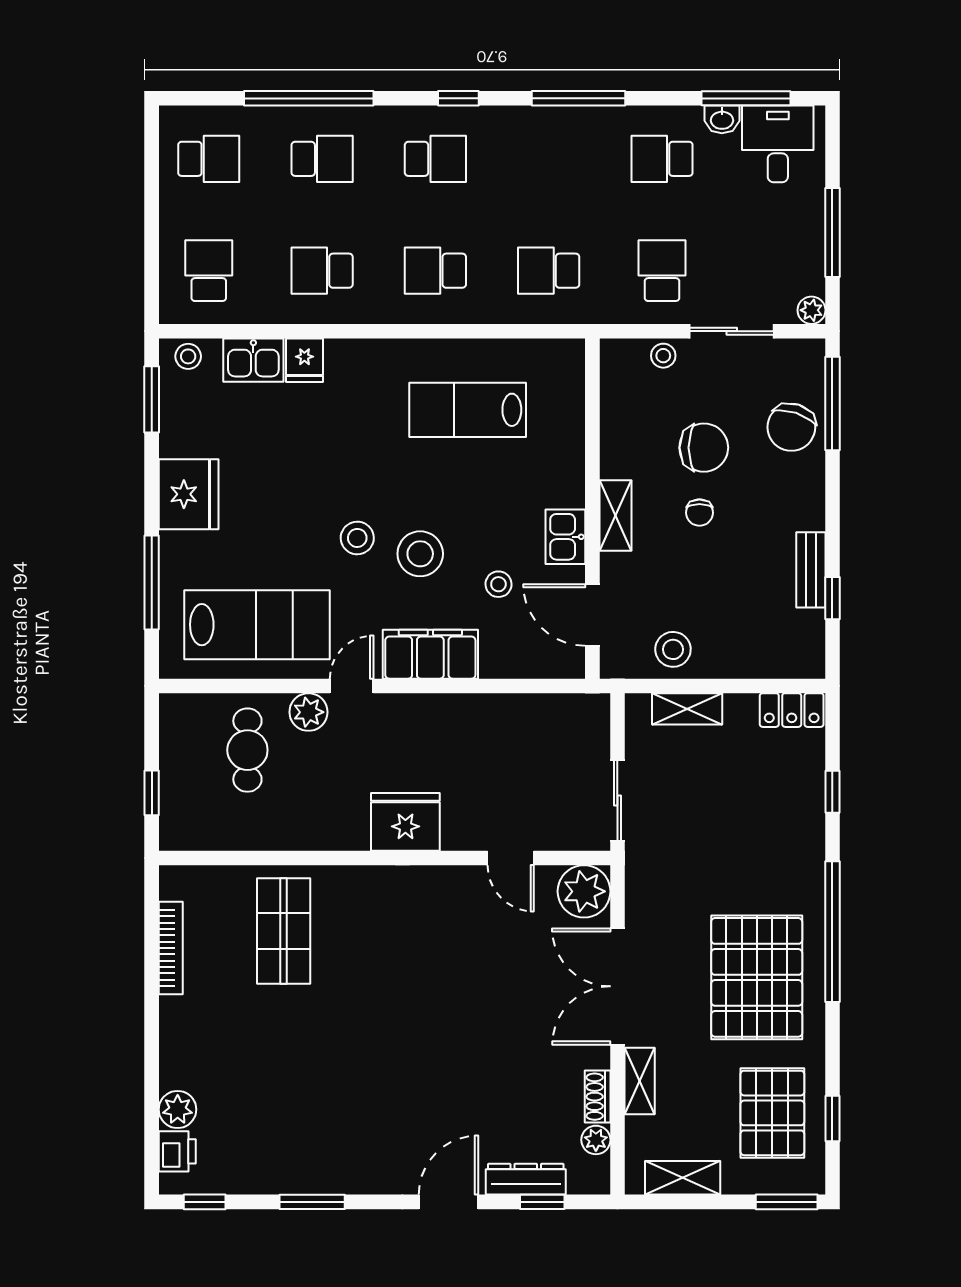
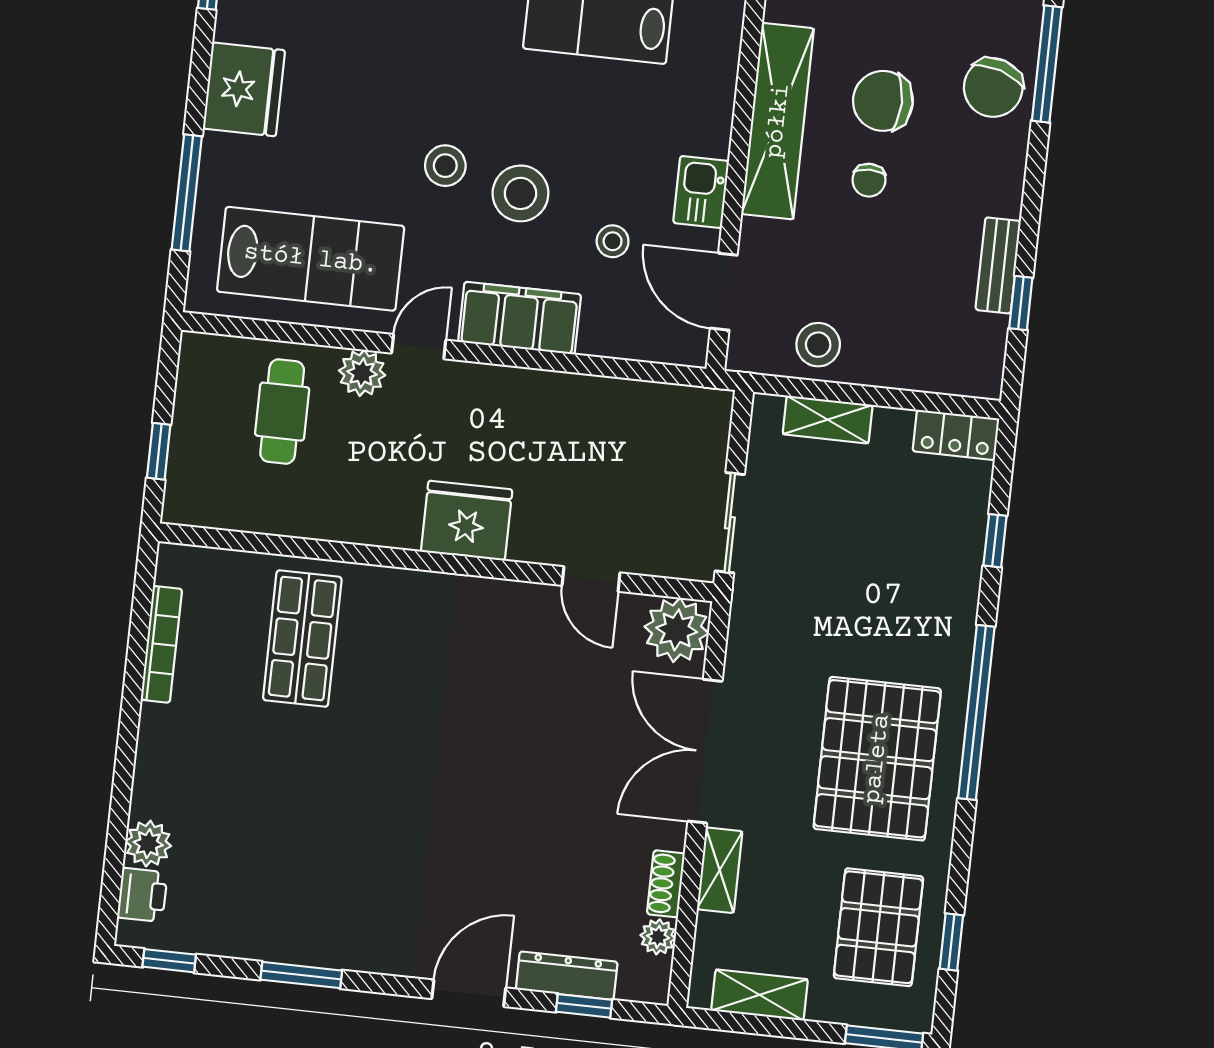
chair: (704, 448) -> (883, 101), turned 180
shelving: (615, 516) -> (778, 121), width x2.20, depth x1.33

